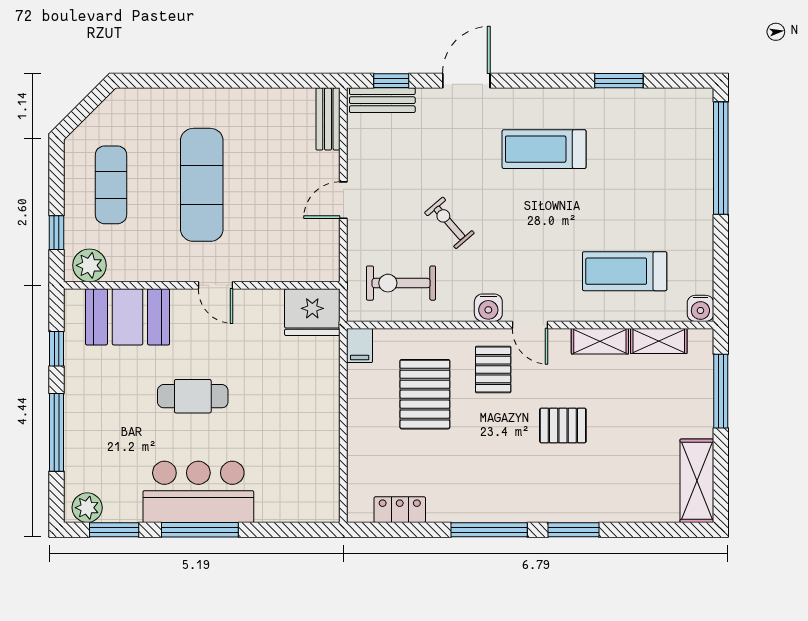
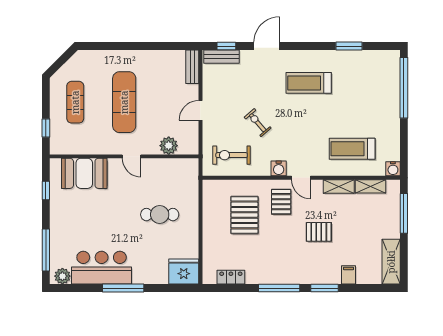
plant: (89, 265) -> (169, 146), moved
fridge: (312, 312) -> (184, 272), moved, turned 180
filing cabinet: (360, 346) -> (348, 275), moved, turned 180
cafe table: (193, 396) -> (160, 215), moved
window: (57, 432) -> (46, 250), moved
bar counter: (198, 492) -> (102, 268), moved
window: (114, 530) -> (77, 288), removed

